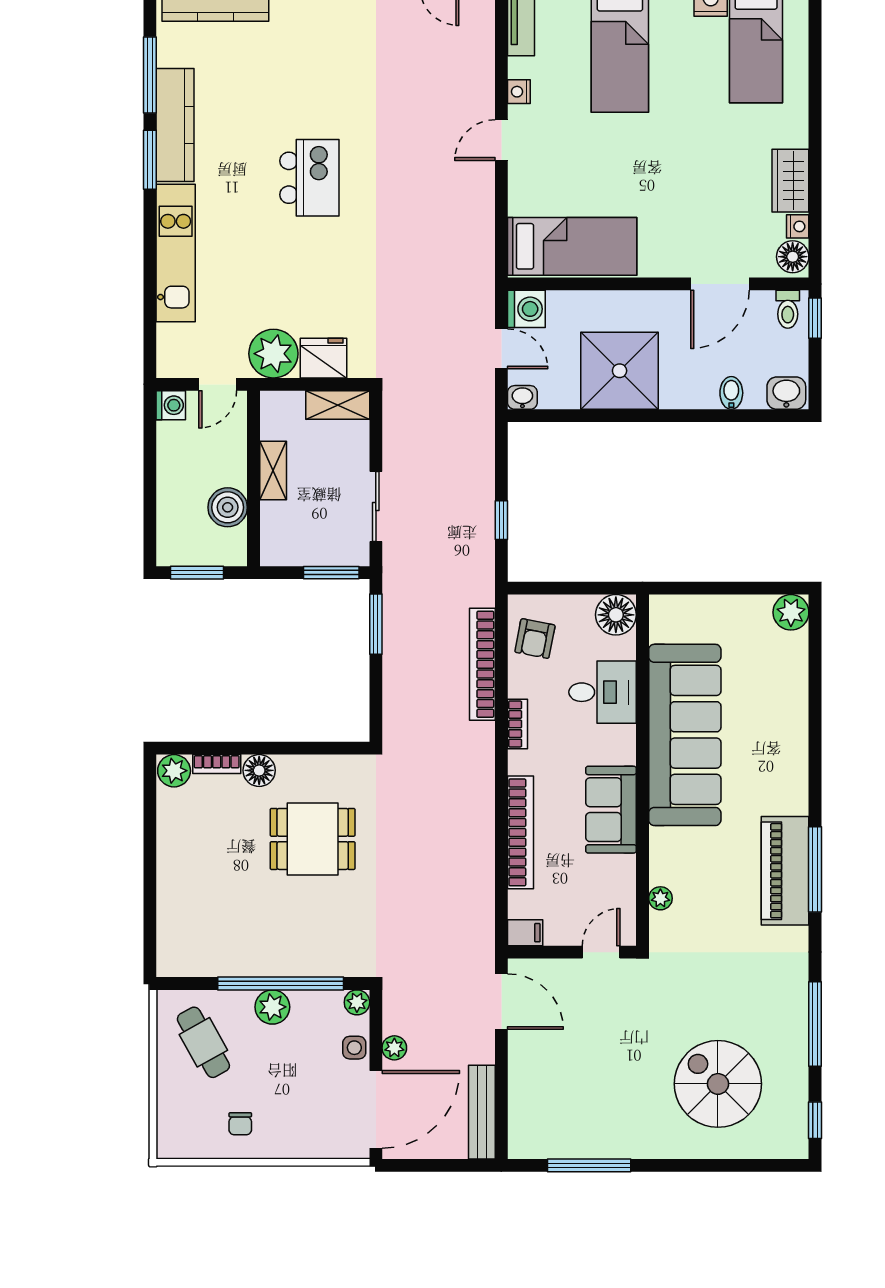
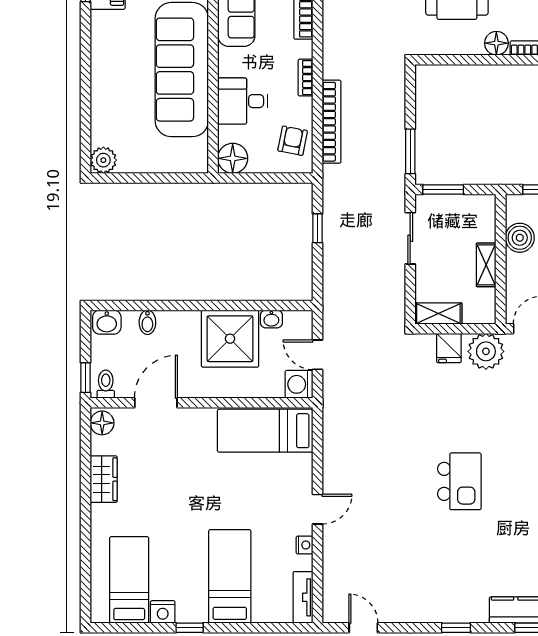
kitchen island: (309, 178) -> (459, 481), turned 180
nightstand: (798, 226) -> (98, 445), removed
fridge: (323, 358) -> (449, 348), width x0.72
washbasin: (522, 397) -> (271, 319), moved

